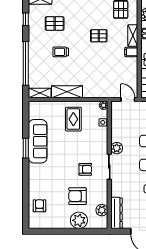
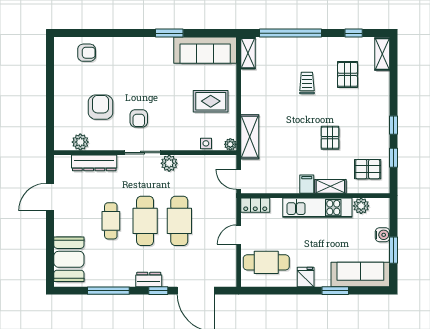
shelving: (67, 92) -> (250, 137), moved
door: (128, 100) -> (239, 179), swing flipped
sofa: (38, 141) -> (205, 50), moved
dresser: (116, 213) -> (94, 163), moved
plant: (79, 220) -> (66, 109), removed

